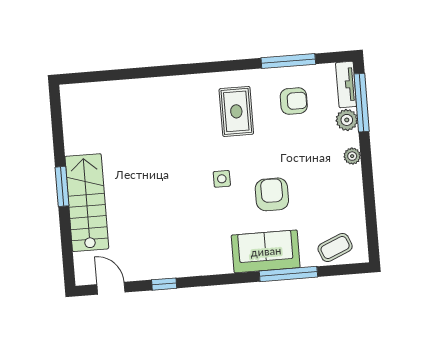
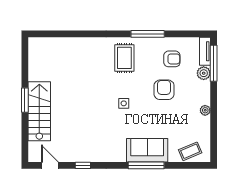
window: (288, 61) -> (148, 34), moved
rug: (236, 111) -> (124, 58), moved
plant: (352, 156) -> (205, 110), moved
armchair: (272, 194) -> (164, 90), moved
window: (288, 274) -> (146, 165), moved

